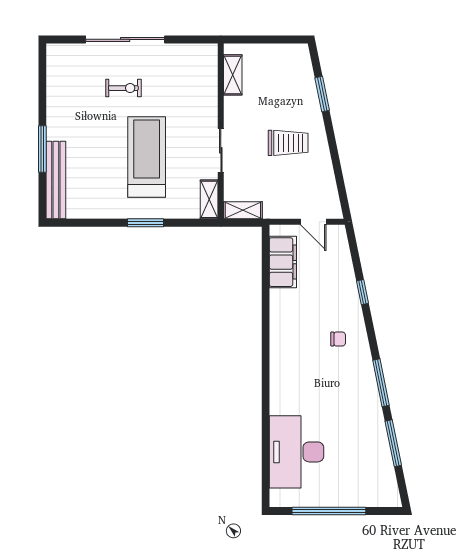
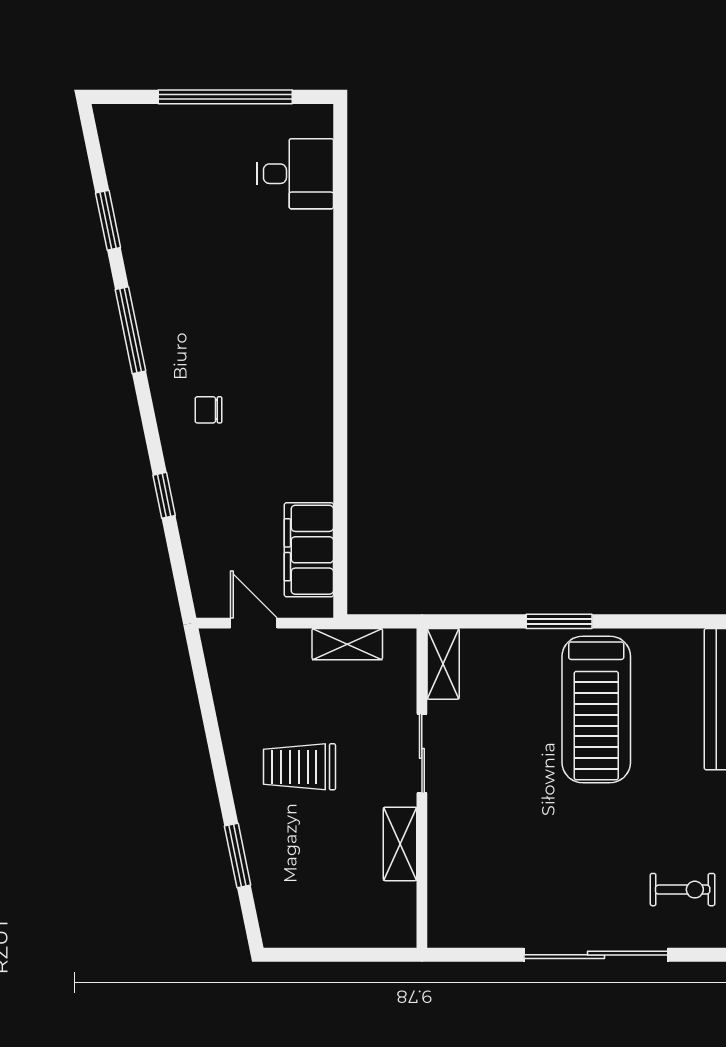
shelving: (233, 75) -> (400, 844), moved
exercise bike: (123, 88) -> (683, 890), moved, turned 180
treadmill: (147, 157) -> (596, 709), moved
shelving: (243, 210) -> (347, 644), moved
window: (393, 443) -> (108, 220), width x0.69
desk: (297, 452) -> (295, 174), width x0.53, depth x0.77

